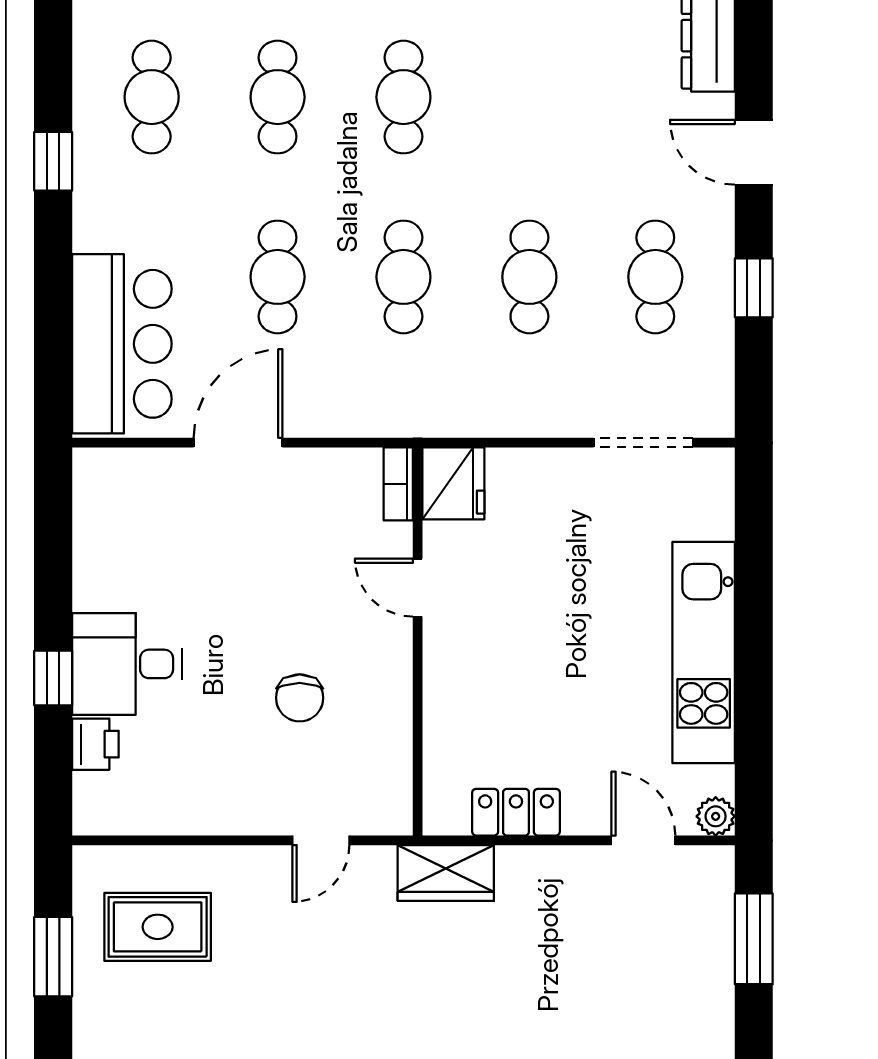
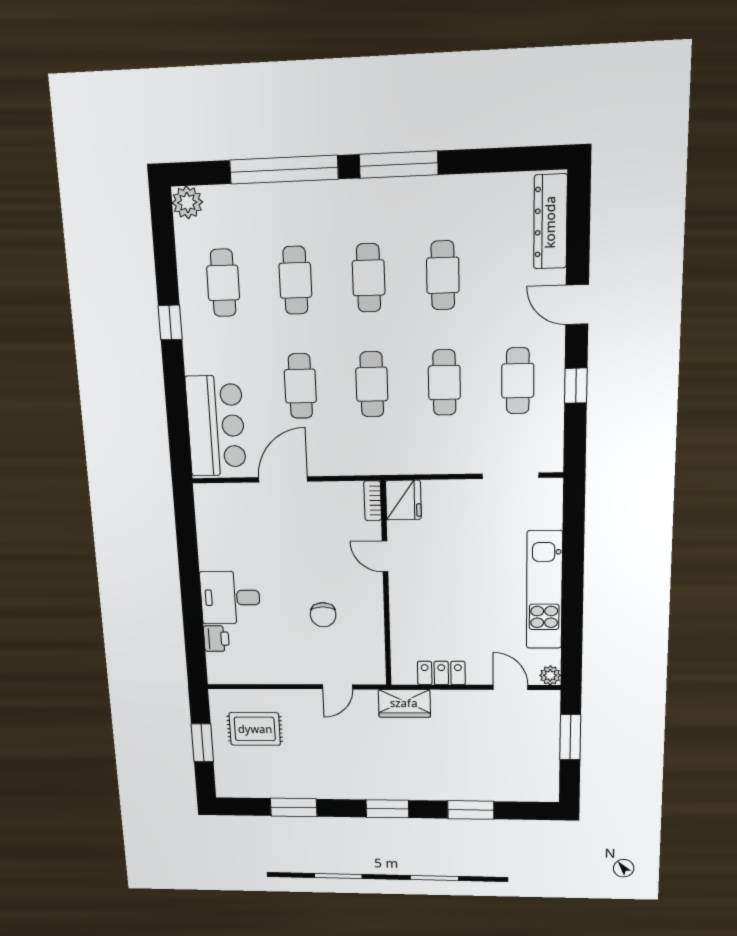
cafe table: (529, 97) -> (443, 275), added
window: (53, 678) -> (192, 605), removed

